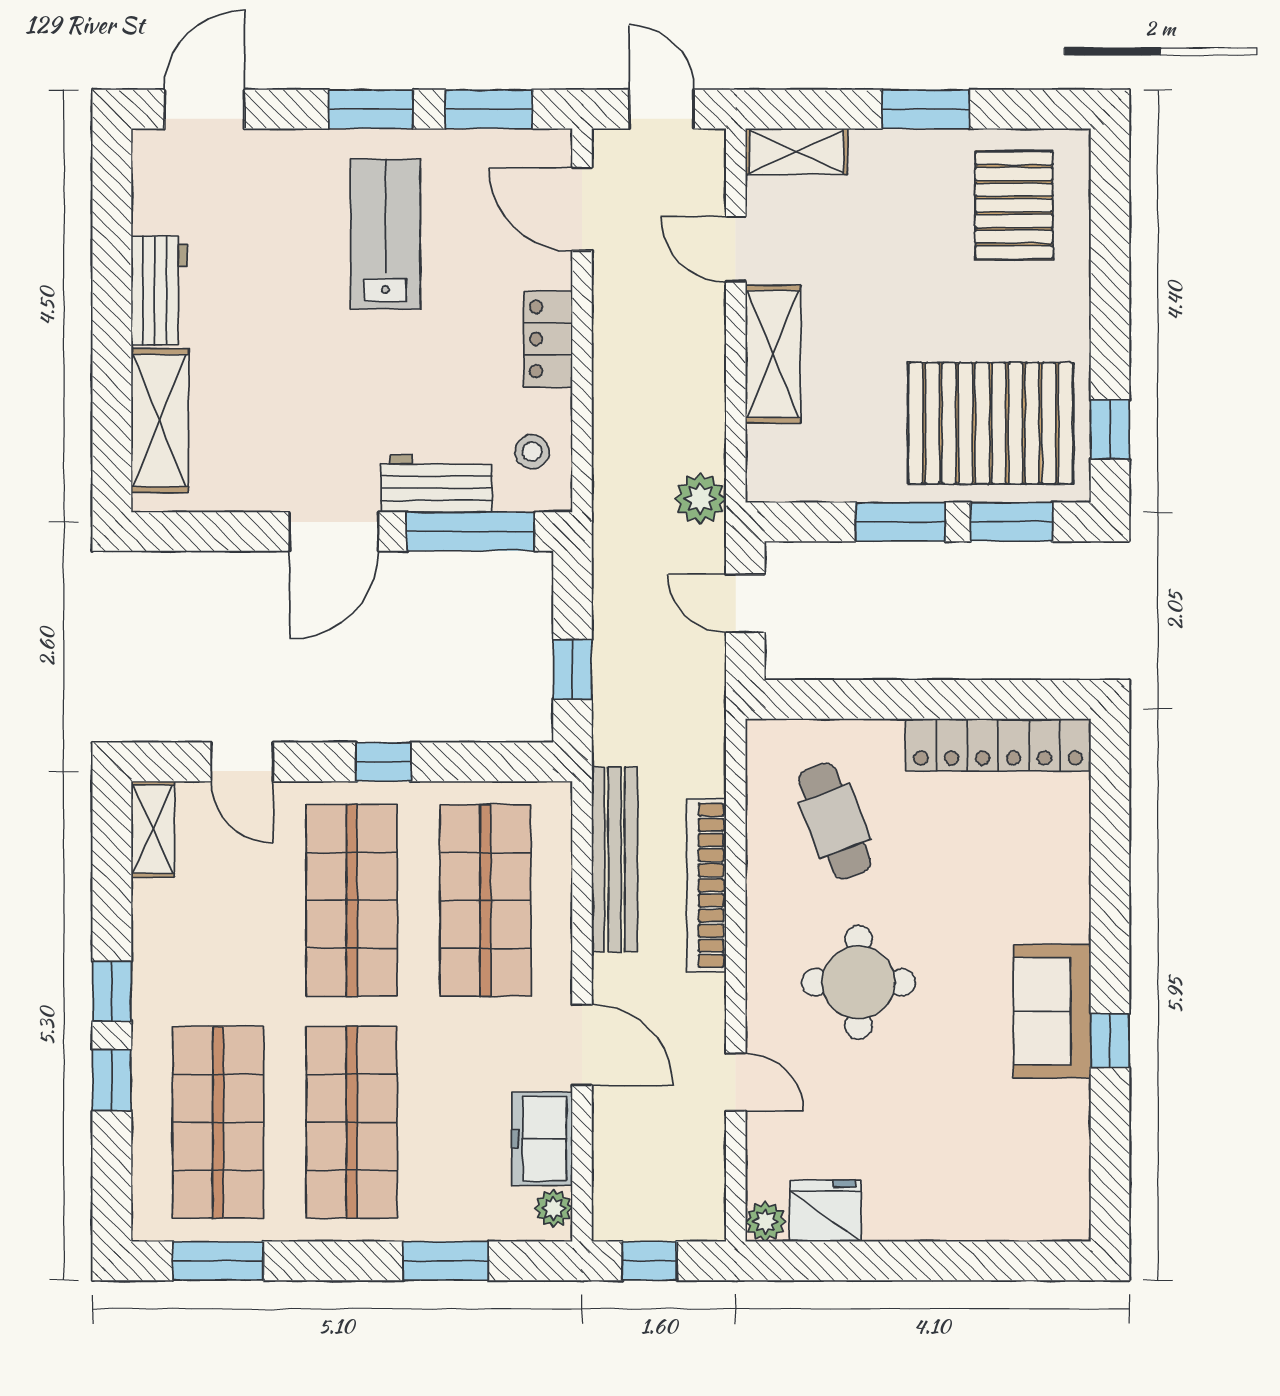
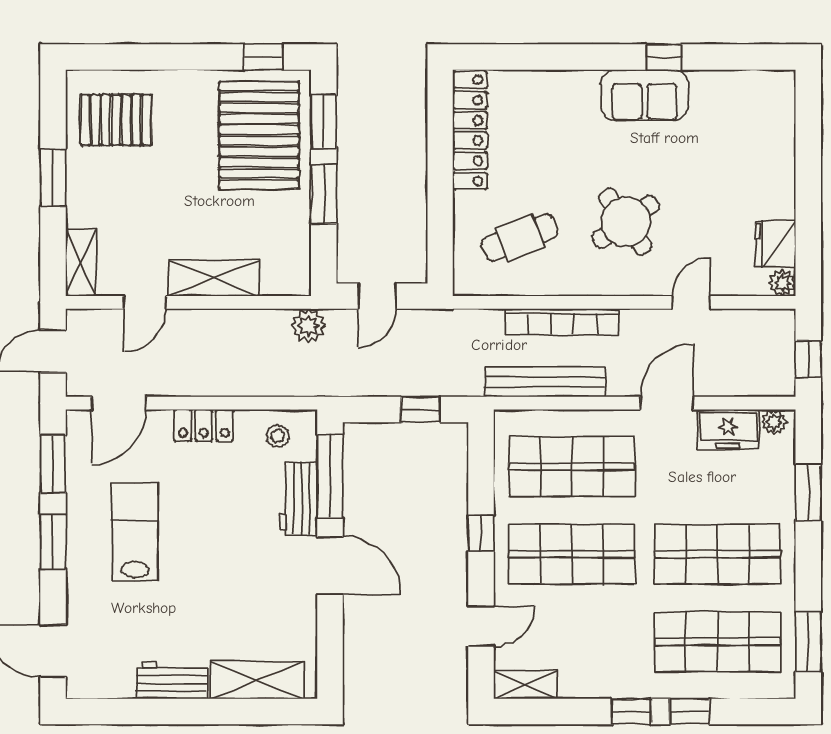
lab bench: (385, 234) -> (135, 532), turned 90
round table: (859, 982) -> (626, 222), turned -35

